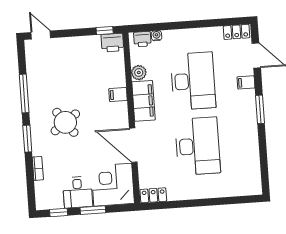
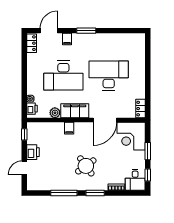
door: (41, 35) -> (24, 168), moved
printer: (112, 43) -> (33, 152), moved
desk: (193, 81) -> (63, 76), turned 180
desk: (78, 192) -> (135, 180), moved, turned 90

